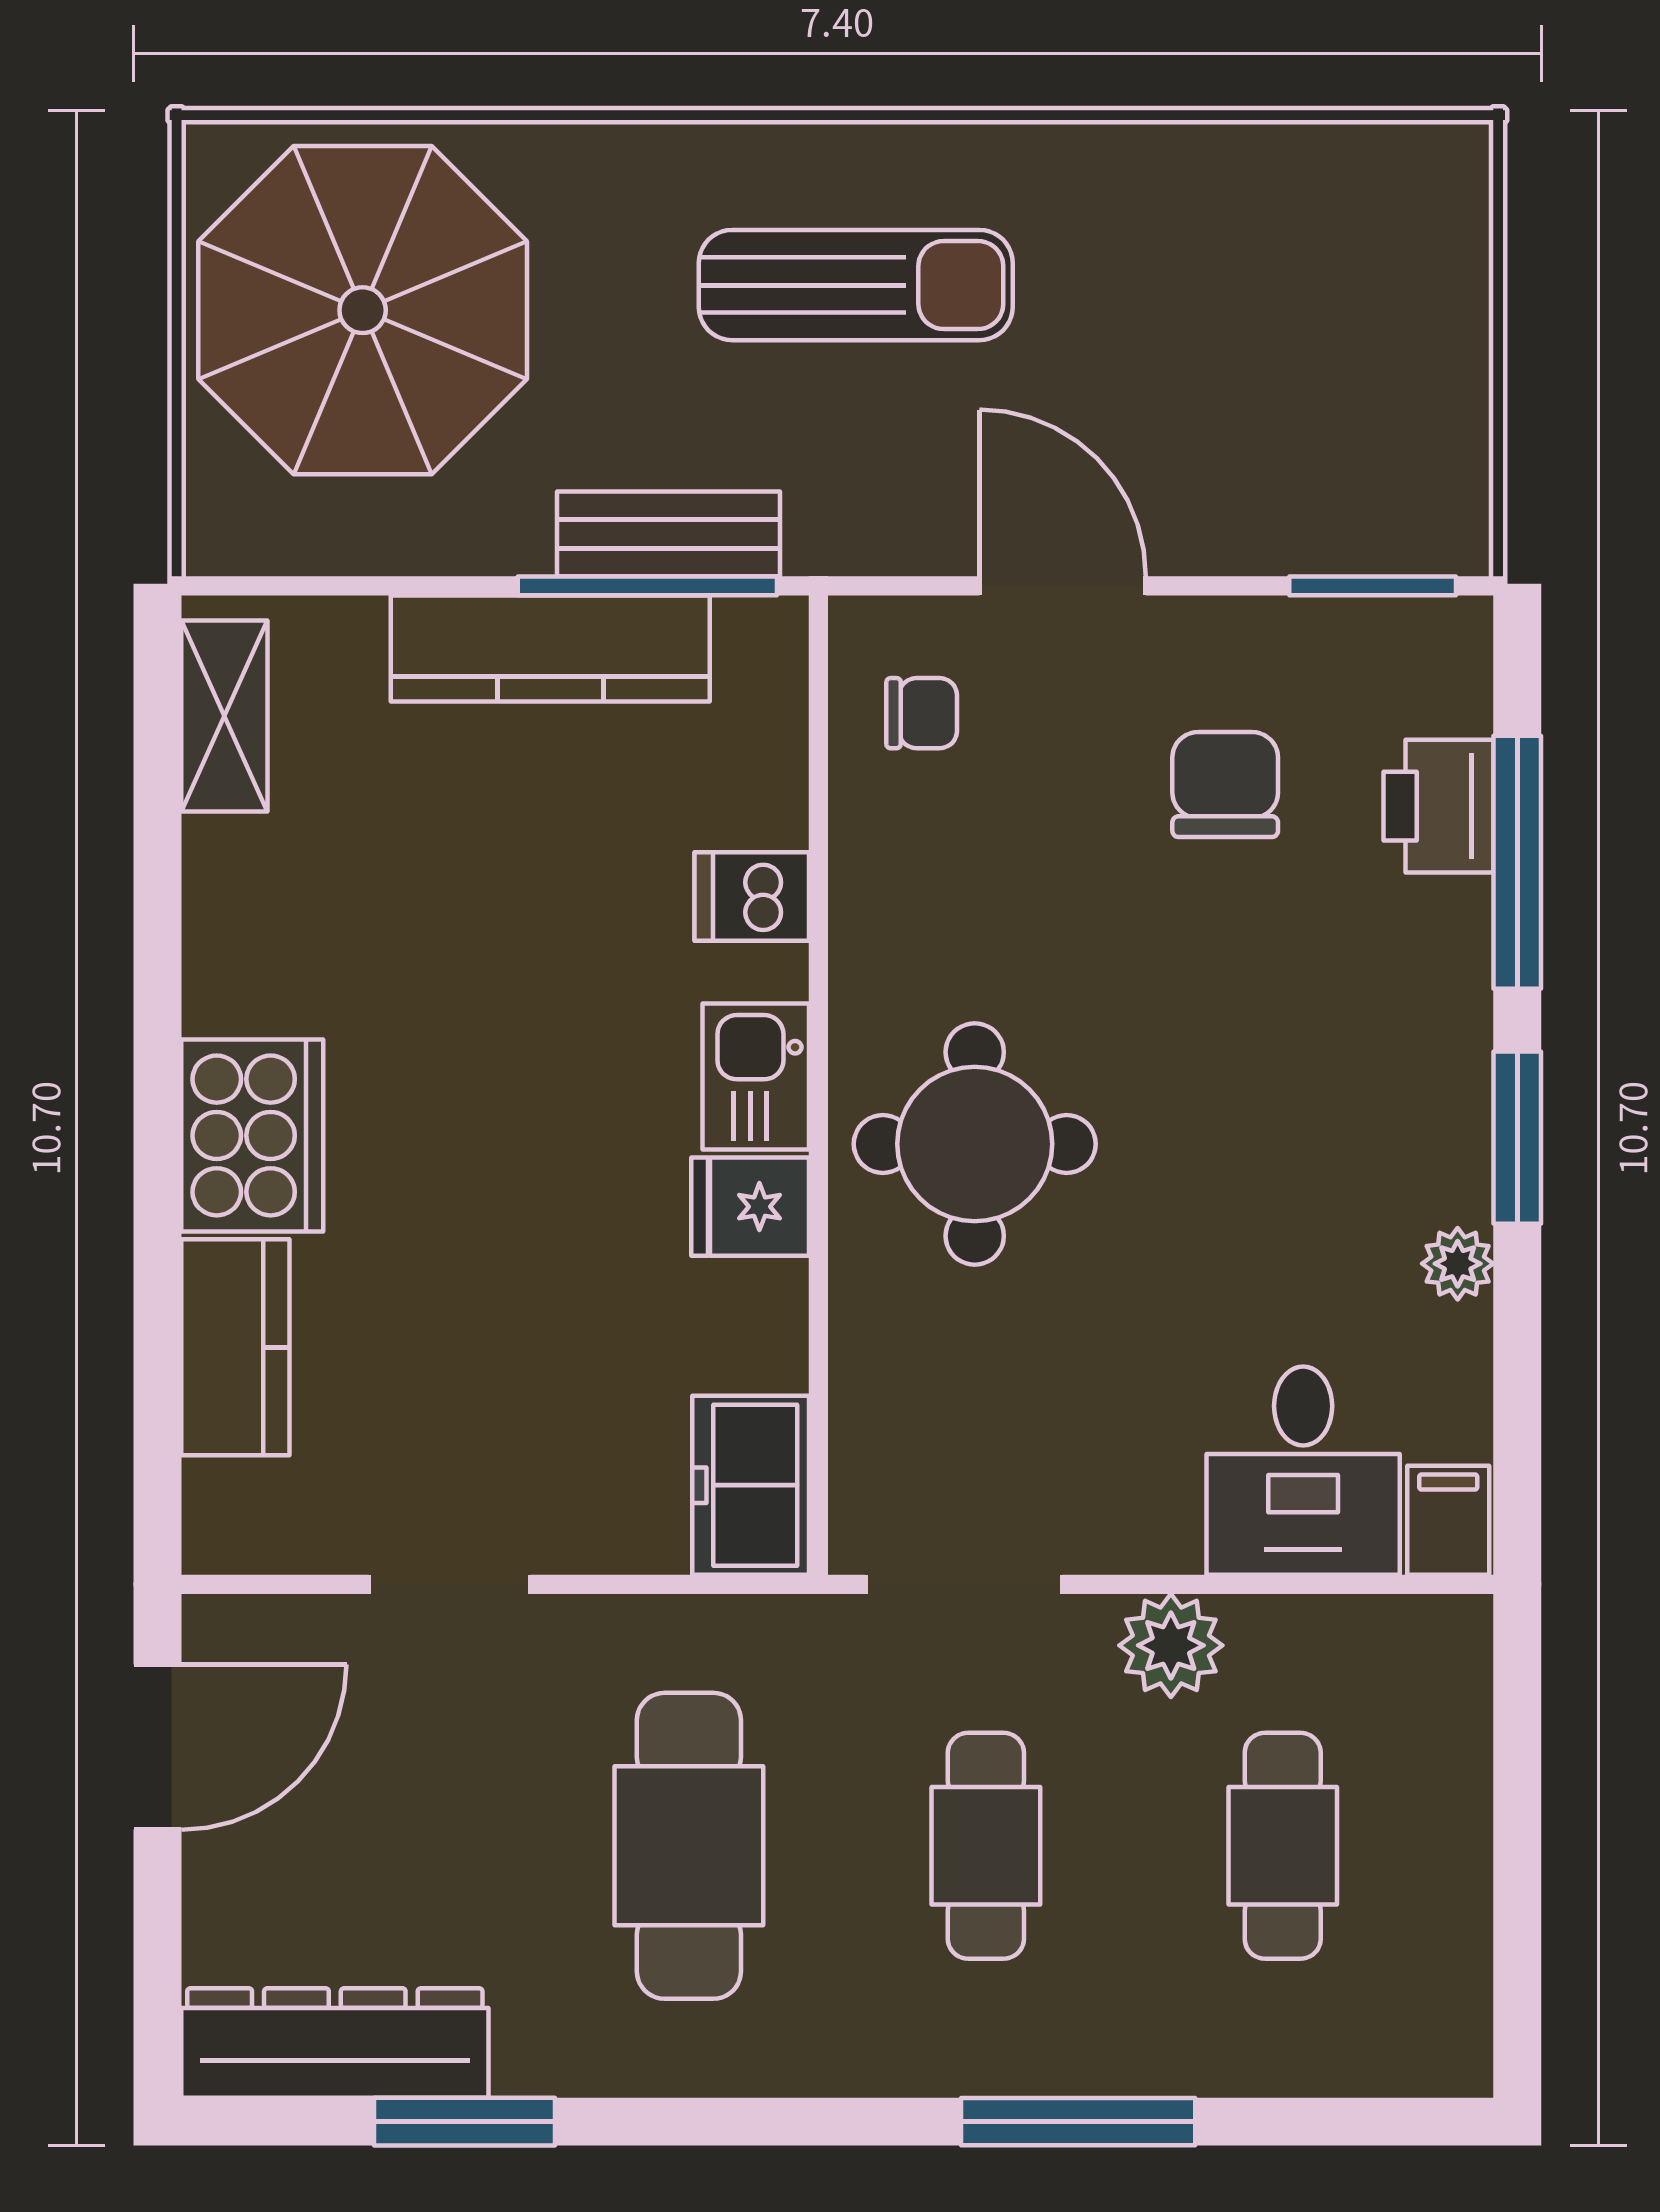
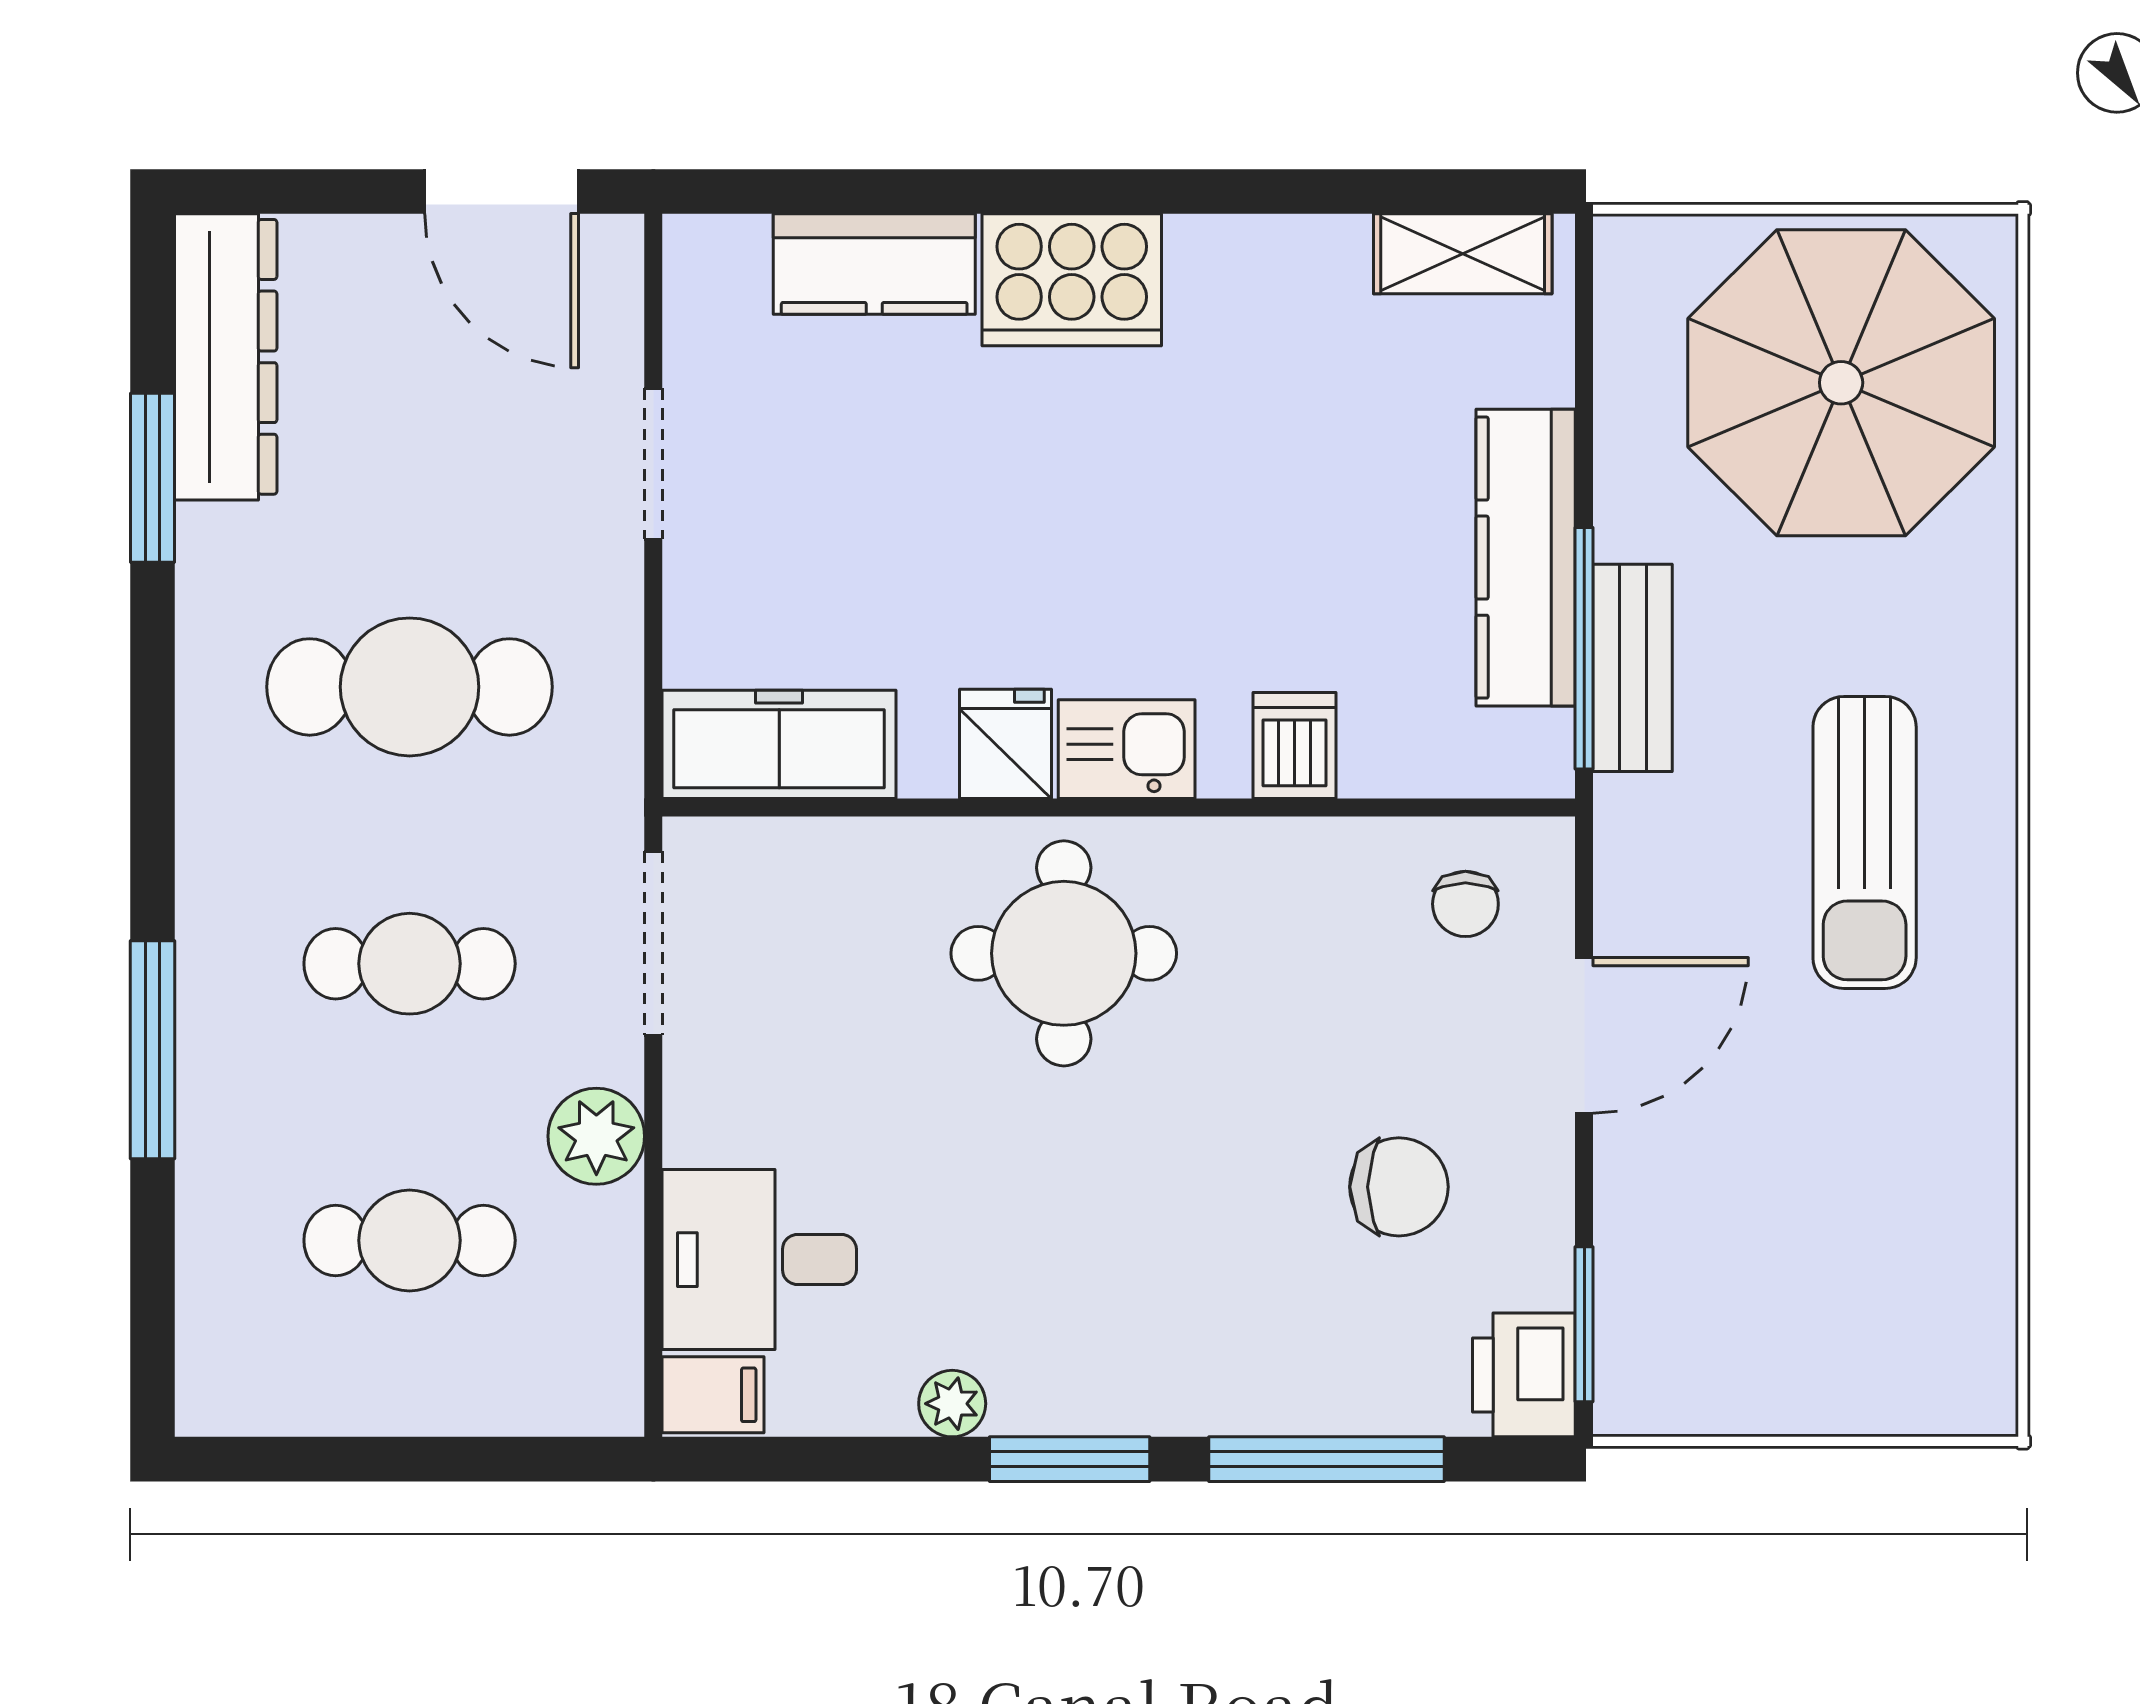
printer: (1438, 806) -> (1524, 1375), moved, turned -90
freezer: (751, 1485) -> (779, 744), width x1.40

